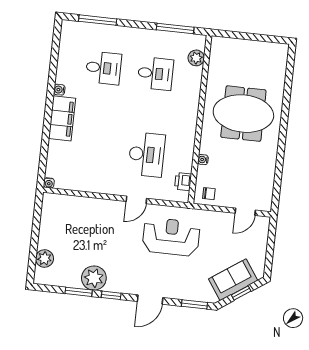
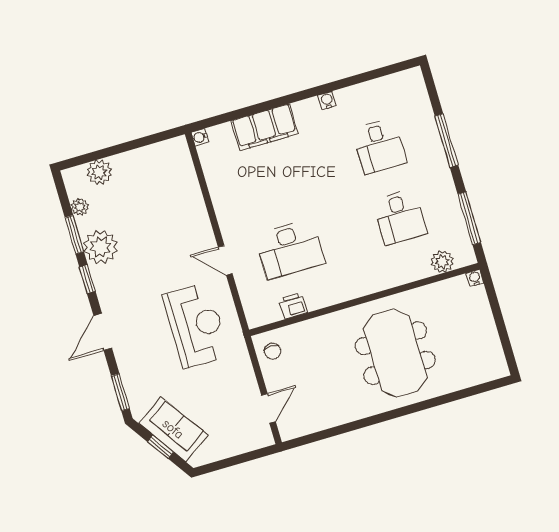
window: (98, 20) -> (447, 140), moved
filing cabinet: (62, 118) -> (265, 127), moved
water cooler: (203, 160) -> (475, 278), moved
printer: (183, 182) -> (293, 306), moved
door: (245, 212) -> (269, 408), swing flipped
plant: (62, 281) -> (80, 207), added
door: (150, 300) -> (103, 332), hinge flipped

